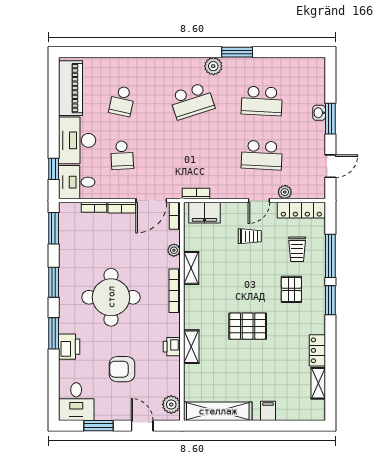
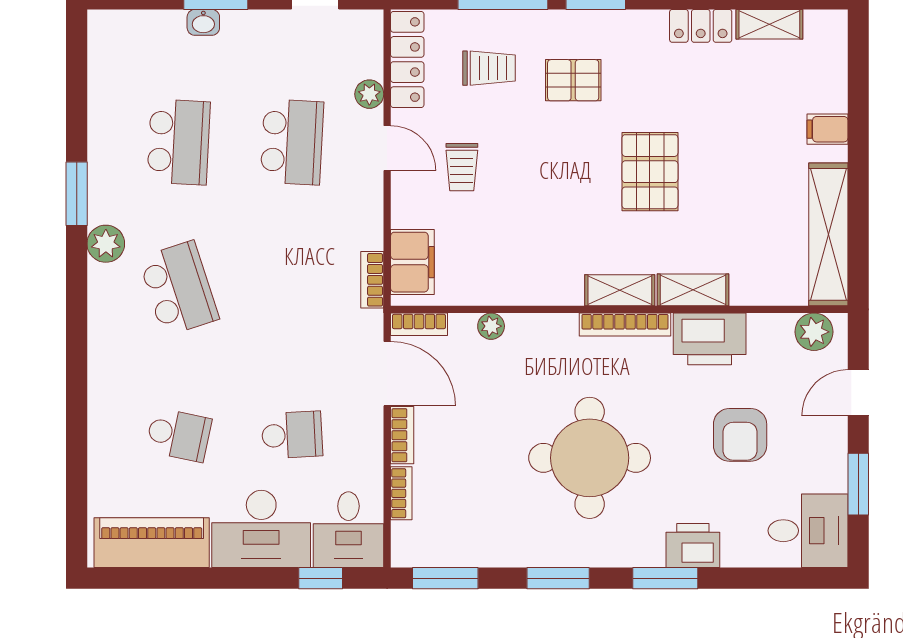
trolley: (250, 236) -> (462, 167), turned 180
shelving: (191, 268) -> (620, 290), moved
bookcase: (175, 291) -> (625, 325), moved
printer: (172, 347) -> (710, 339), width x1.87, depth x1.48

